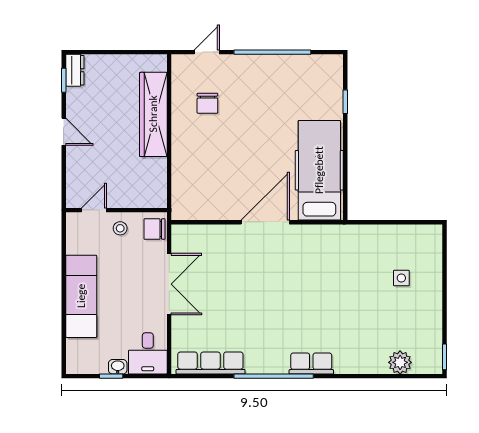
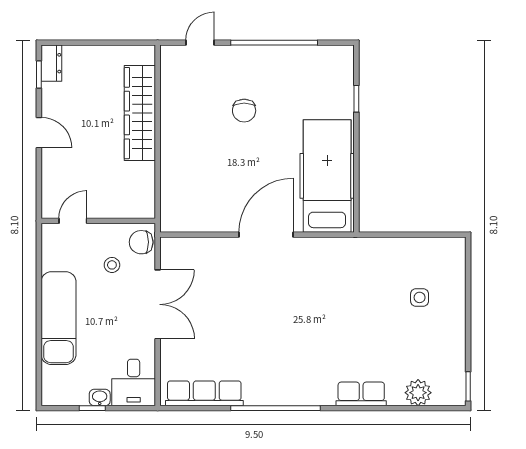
chair: (207, 103) -> (244, 111), moved
stool: (120, 228) -> (112, 265), moved
row of seats: (311, 364) -> (361, 394), moved

